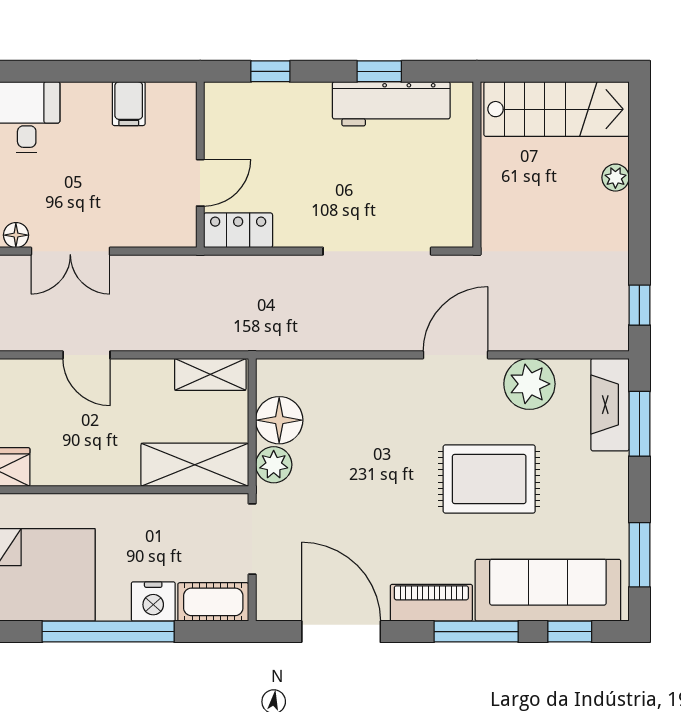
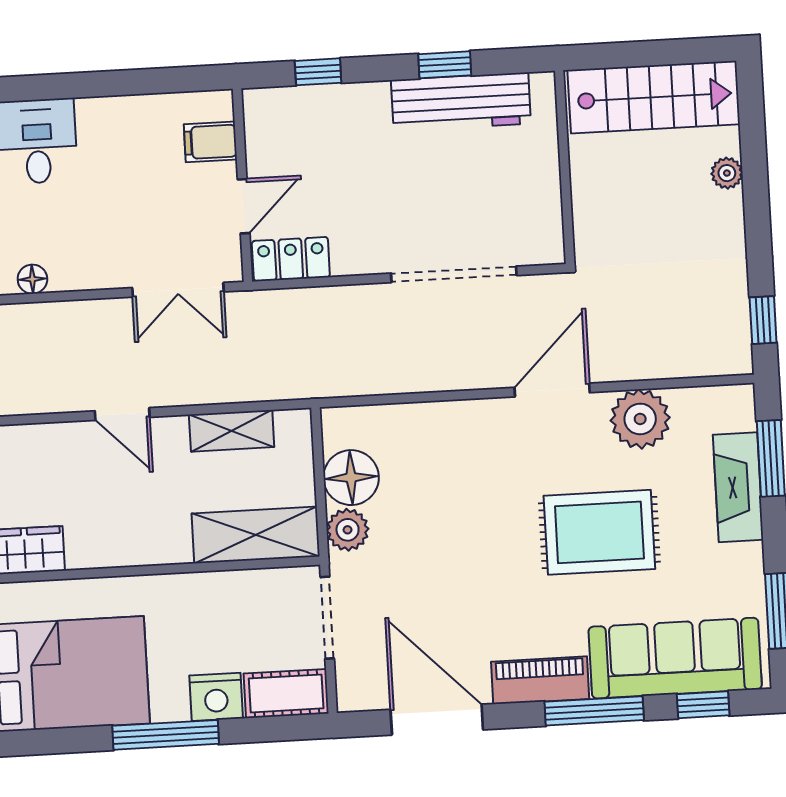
filing cabinet: (129, 104) -> (210, 142), moved, turned 90
double door: (70, 251) -> (178, 290), moved
shelving: (210, 374) -> (232, 431), moved
fireplace: (610, 405) -> (738, 487), moved
window: (108, 632) -> (166, 735), width x0.68

